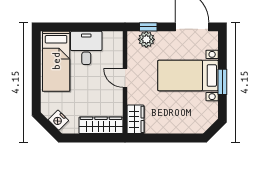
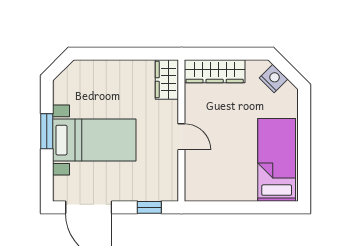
plant: (146, 39) -> (152, 190), removed
desk: (86, 48) -> (235, 178), removed

